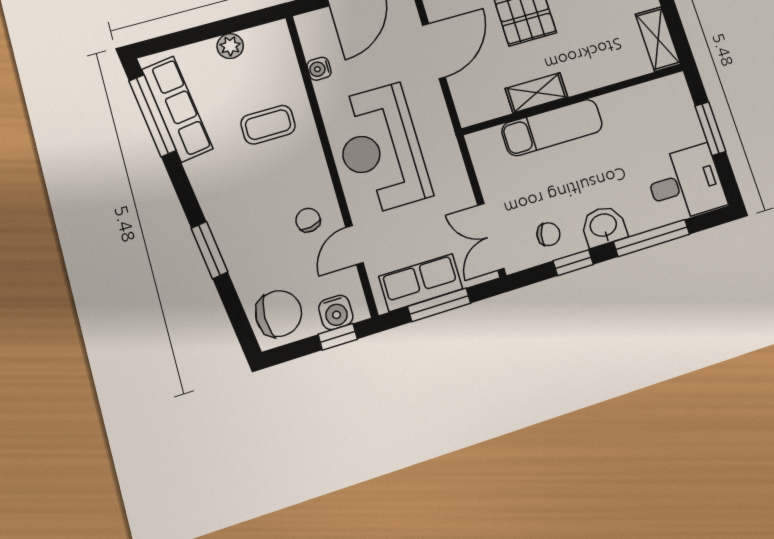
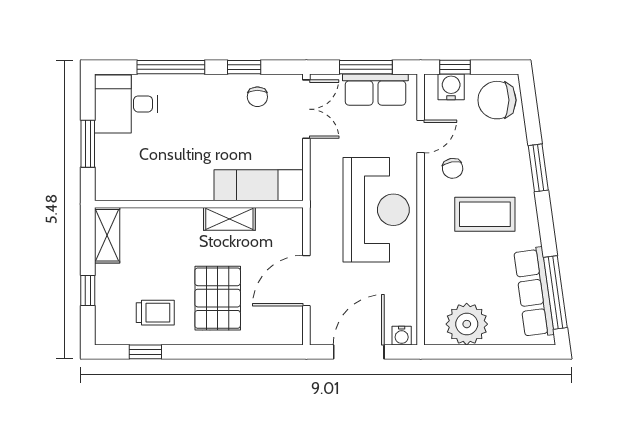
plant: (230, 46) -> (467, 324), width x1.88, depth x1.88
water cooler: (319, 69) -> (402, 336), moved, turned 90
coffee table: (268, 125) -> (485, 214), moved, width x1.36, depth x1.30
exam couch: (552, 128) -> (259, 185), moved
washbasin: (604, 226) -> (209, 89), removed
chair: (548, 234) -> (257, 97), turned -103

